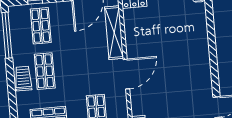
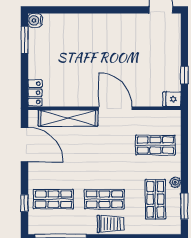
trolley: (23, 79) -> (111, 224), turned 180

